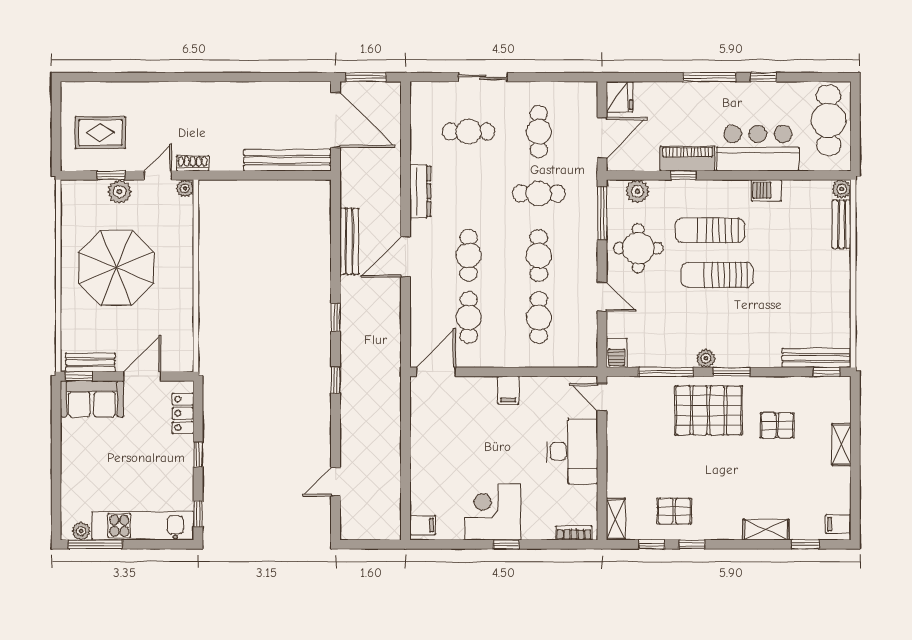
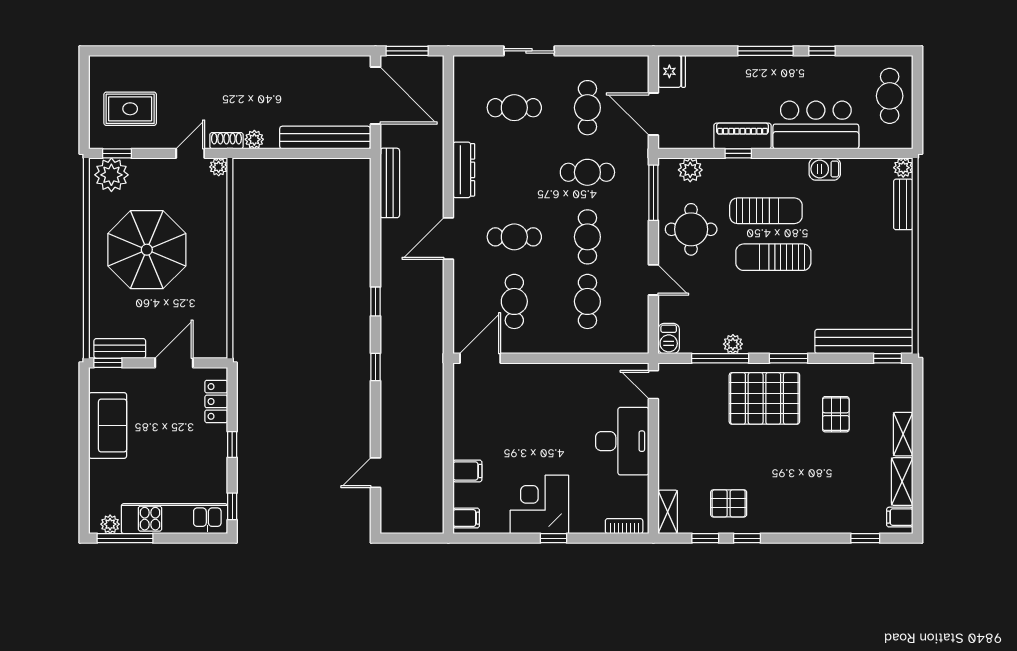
cafe table: (829, 120) -> (890, 96), width x0.73, depth x0.74
door: (602, 138) -> (653, 114), swing flipped
plant: (219, 162) -> (254, 139), added
window: (111, 175) -> (117, 153), moved
plant: (119, 192) -> (111, 175), moved, width x1.36, depth x1.36
sun lounger: (710, 230) -> (766, 211), turned 180
bench: (349, 241) -> (390, 183), moved
cafe table: (469, 255) -> (514, 237), turned 90
plant: (706, 358) -> (733, 344), moved
bench: (817, 358) -> (864, 342), width x1.37, depth x1.21
filing cabinet: (508, 390) -> (467, 471), moved, turned -90
sofa: (92, 399) -> (108, 426), moved, turned -90
pallet: (777, 425) -> (836, 414), turned 90
shelving: (766, 530) -> (902, 482), moved, turned 90

